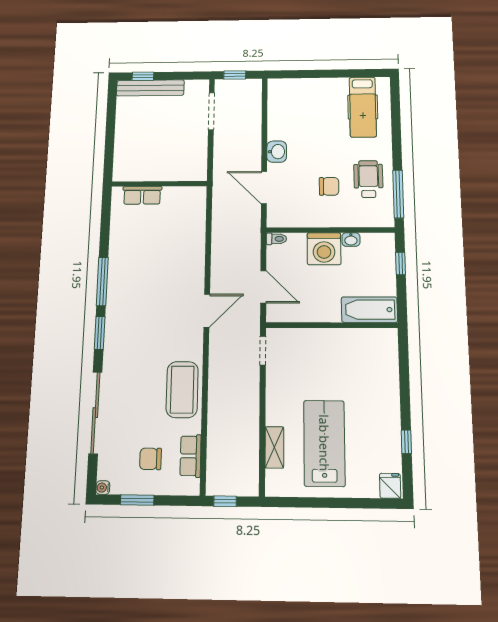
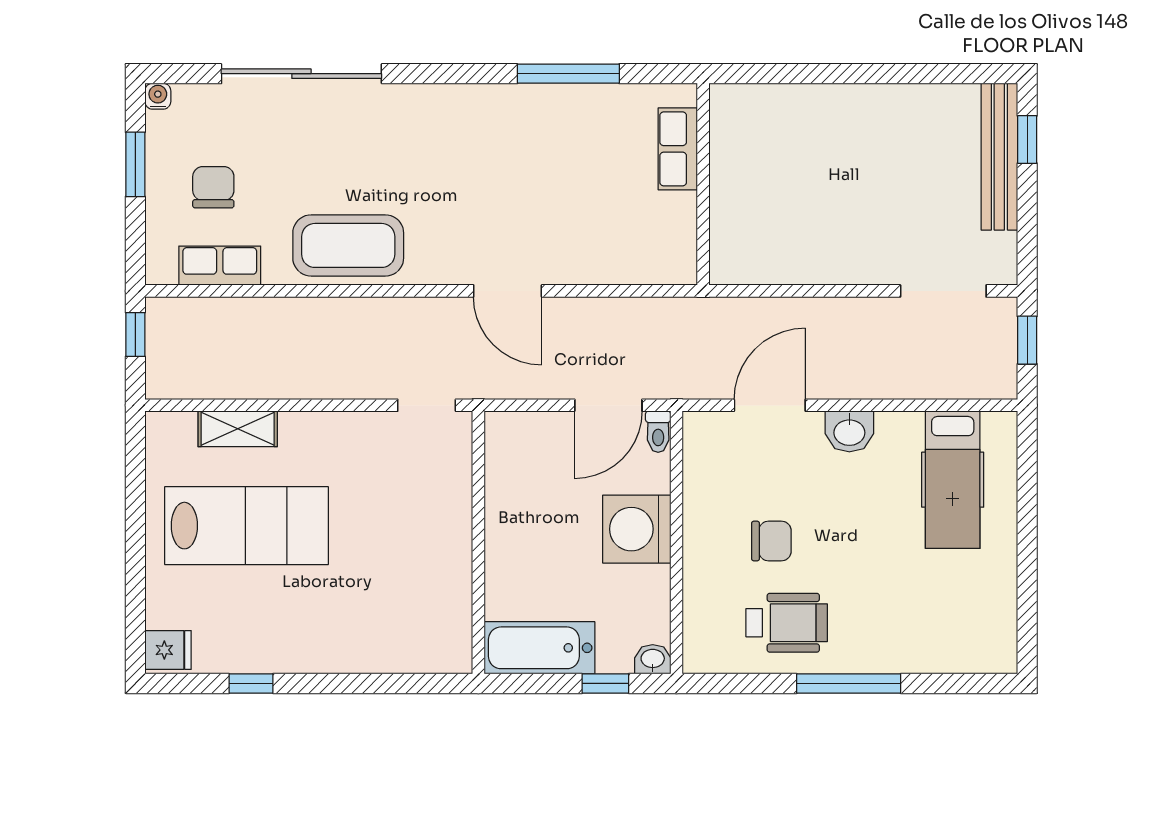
hospital bed: (363, 107) -> (953, 480), moved, turned -90
wall: (159, 184) -> (703, 184), moved
chair: (329, 186) -> (771, 541), turned -90
window: (398, 194) -> (849, 683), moved
row of seats: (142, 195) -> (678, 149), moved
washbasin: (351, 240) -> (653, 659), moved, turned 90
door: (263, 287) -> (608, 405), moved
bathtub: (369, 310) -> (539, 648), moved, turned -90
window: (100, 333) -> (461, 74), removed

